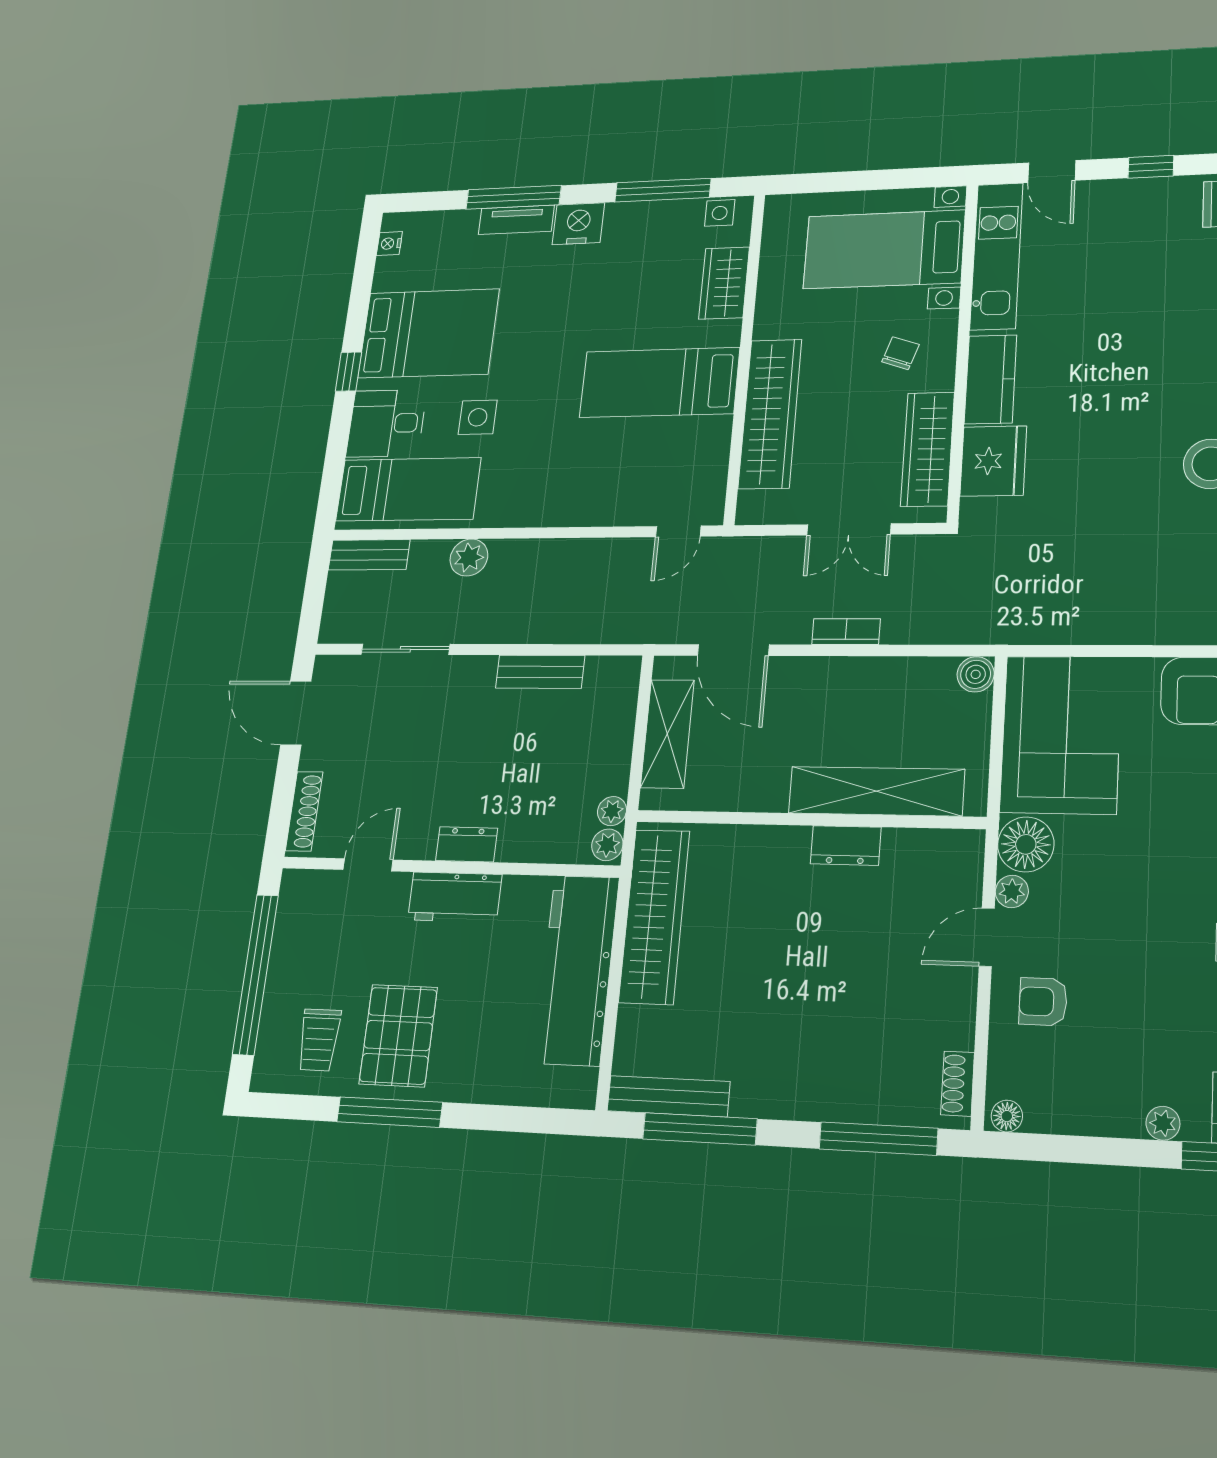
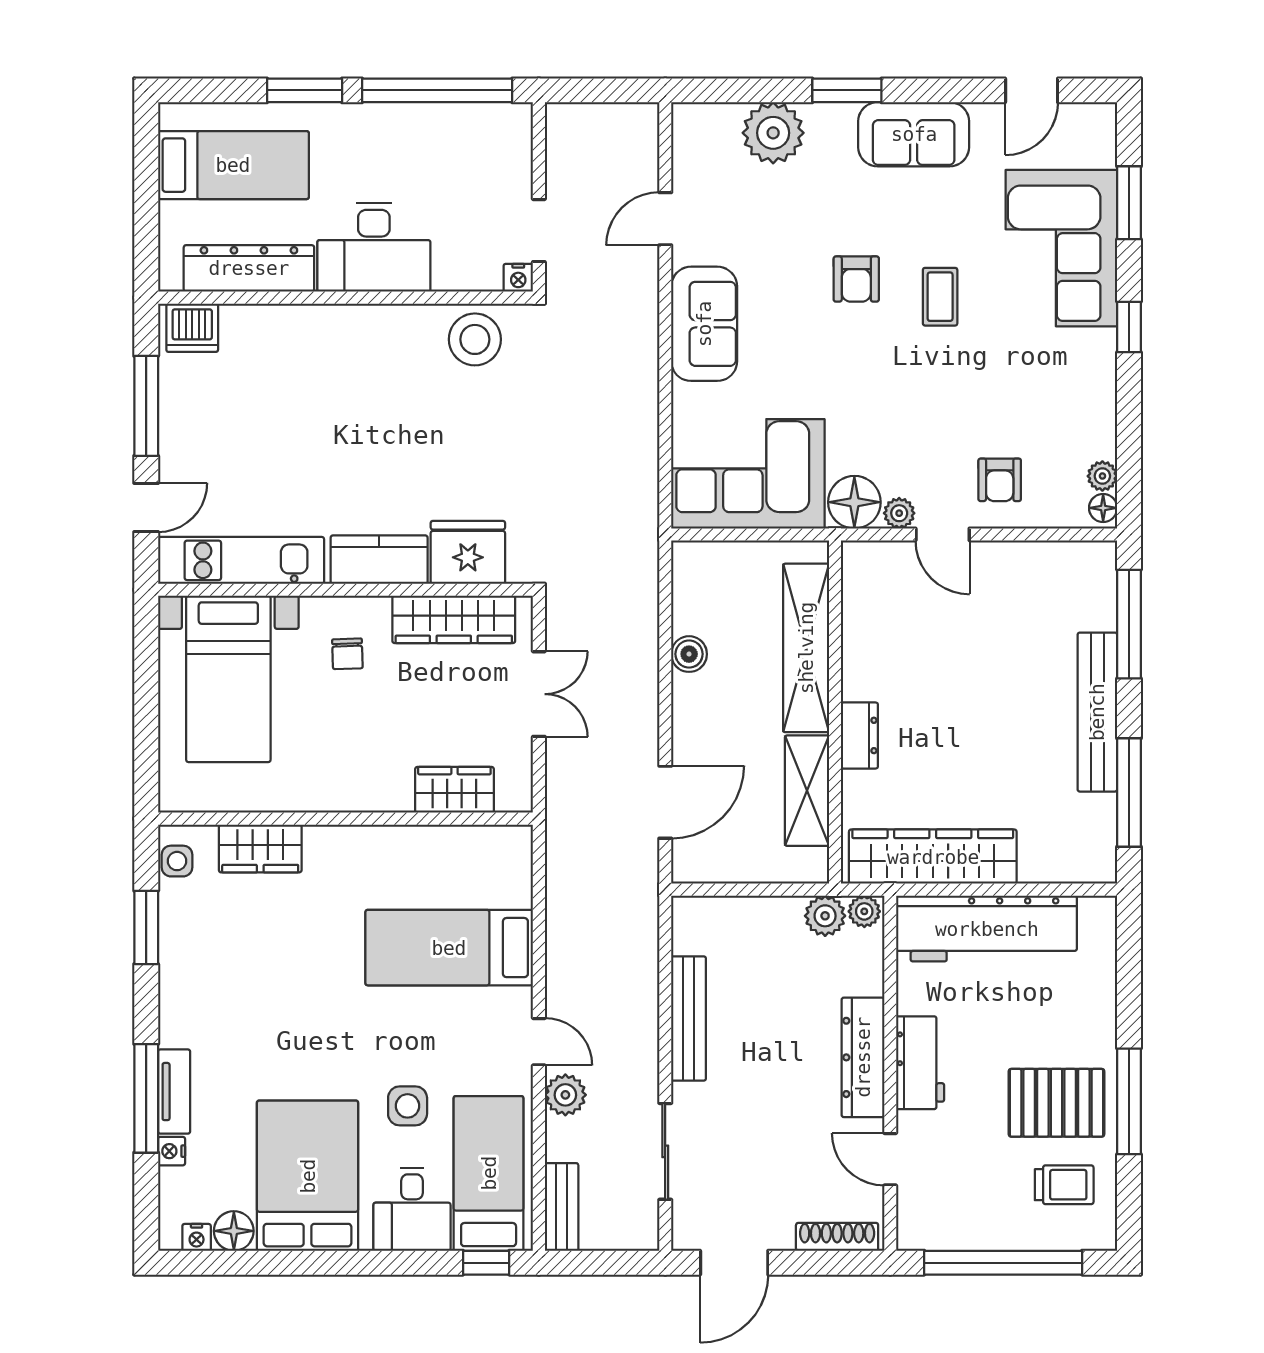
window: (1151, 167) -> (146, 406), width x2.17
window: (663, 190) -> (146, 927), width x0.69
nightstand: (578, 224) -> (172, 1151), moved, width x0.53, depth x0.56
floor lamp: (390, 274) -> (234, 1231), added
chair: (900, 353) -> (347, 654), turned -111
window: (348, 372) -> (486, 1263), moved
bed: (659, 382) -> (449, 948), moved, turned 90
wardrobe: (770, 414) -> (454, 790), width x0.48, depth x0.85
door: (678, 531) -> (539, 1042), moved
bookcase: (846, 632) -> (646, 689), removed
bench: (540, 672) -> (689, 1018), width x1.36
boiler: (976, 674) -> (689, 654), moved
shelving: (667, 734) -> (807, 791), moved, turned 90
plant: (612, 811) -> (825, 916), width x1.38, depth x1.38
dresser: (467, 844) -> (863, 1057), width x1.96, depth x1.24
dresser: (846, 845) -> (859, 735), moved
shoe rack: (958, 1084) -> (1077, 554), removed
bench: (668, 1096) -> (1097, 712), moved, width x1.37, depth x1.21
plant: (1163, 1123) -> (1102, 476), moved

